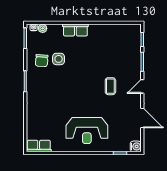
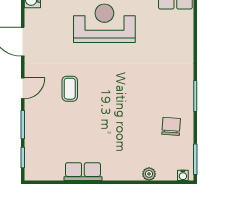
plant: (43, 28) -> (149, 174), moved
row of seats: (75, 30) -> (83, 172), moved
side table: (59, 59) -> (146, 129), removed

